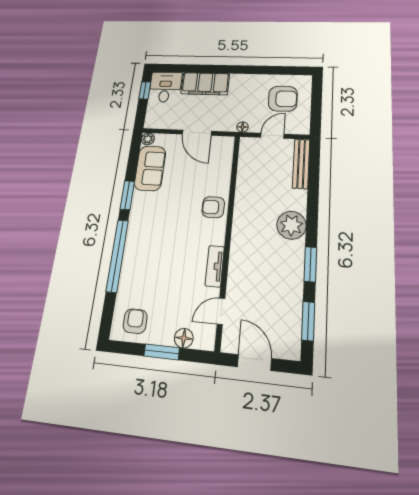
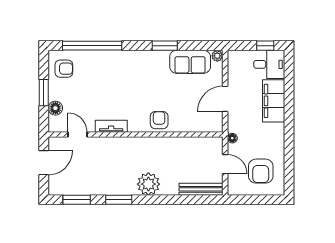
window: (117, 255) -> (92, 46), moved

